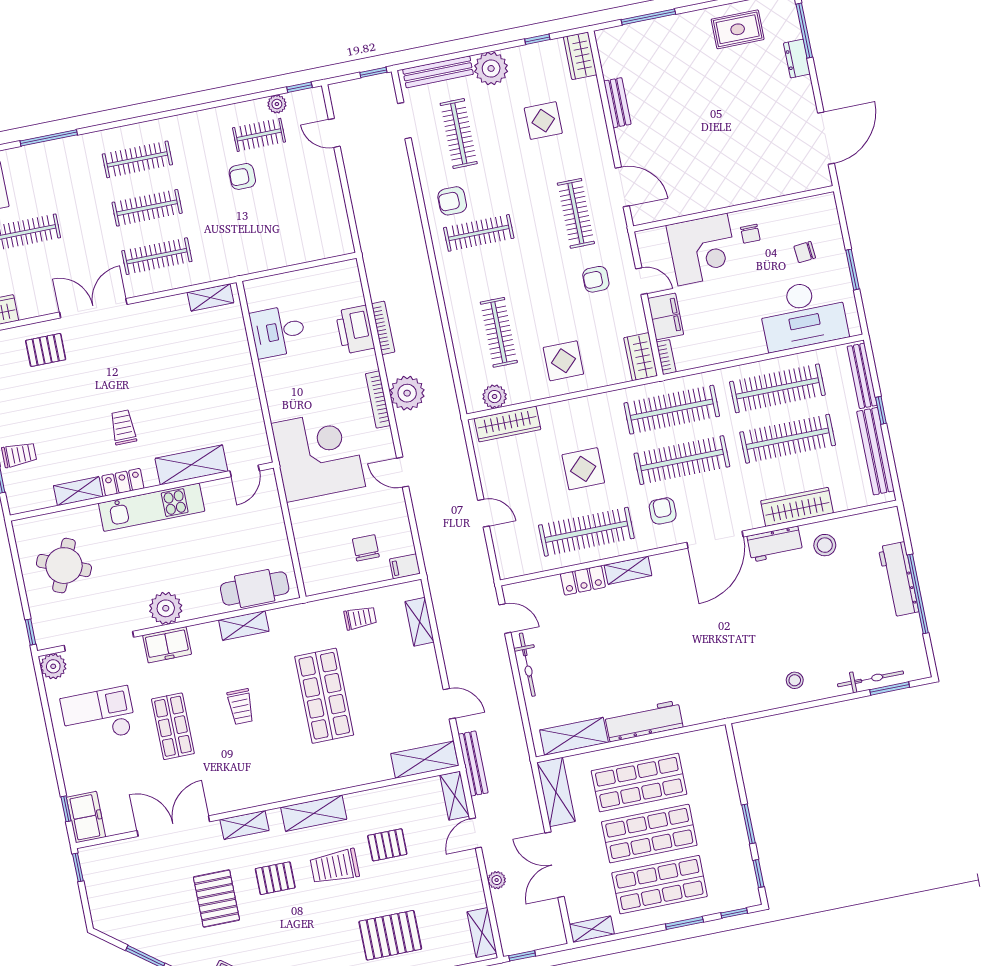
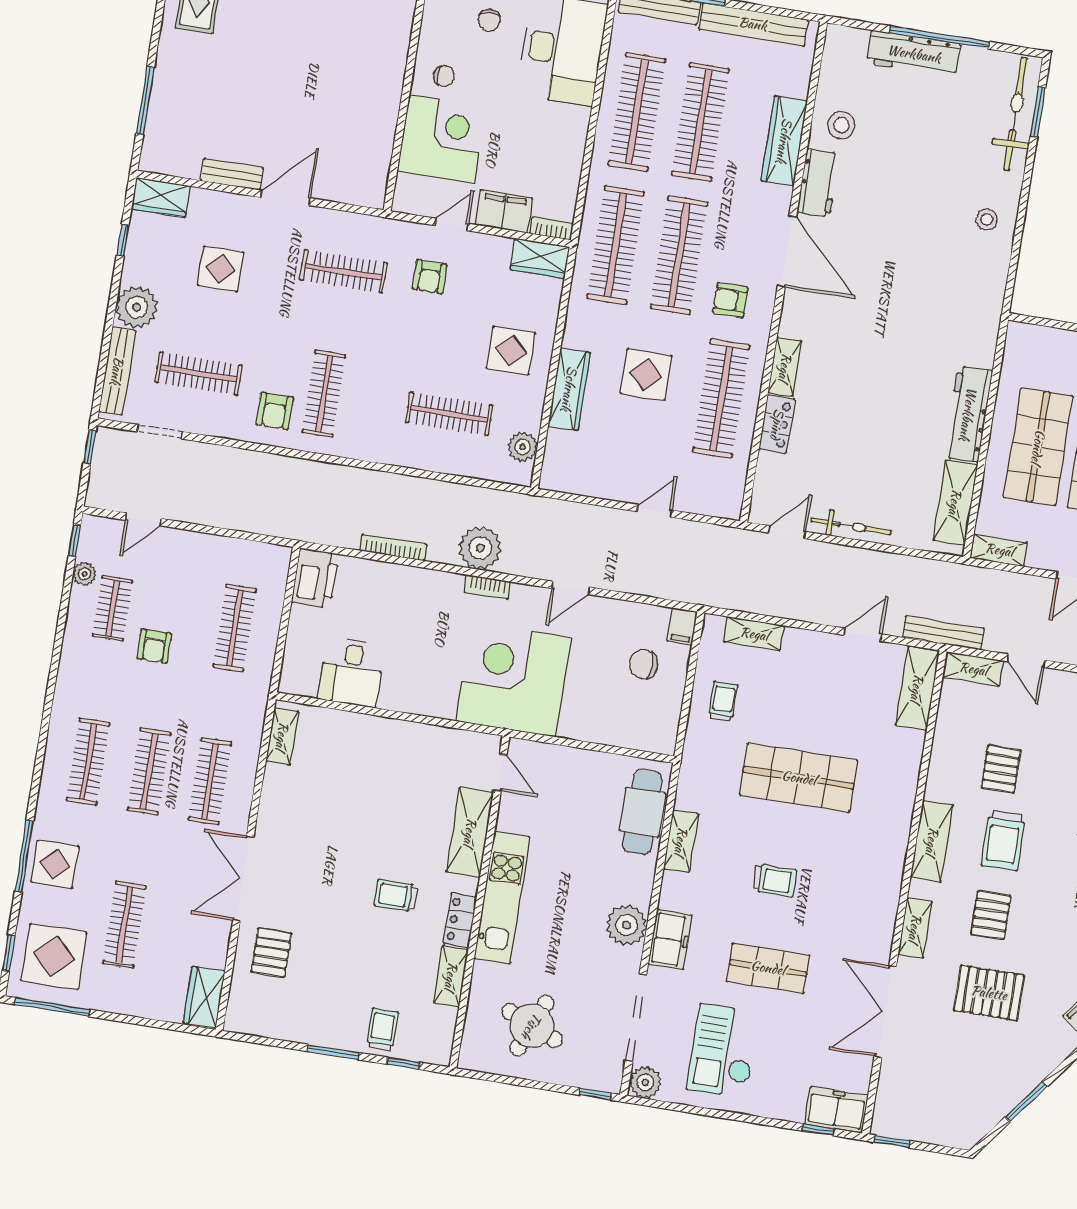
display table: (51, 163) -> (55, 864), added
door: (622, 187) -> (285, 198), moved
clothes rail: (279, 232) -> (235, 628), added
printer: (355, 330) -> (315, 578), moved, turned -90
bookcase: (378, 400) -> (487, 587), width x0.64
wardrobe: (507, 424) -> (569, 389), moved
bicycle: (871, 679) -> (1015, 114), width x1.37, depth x1.40
shelving: (556, 792) -> (999, 550), width x0.67, depth x0.75

